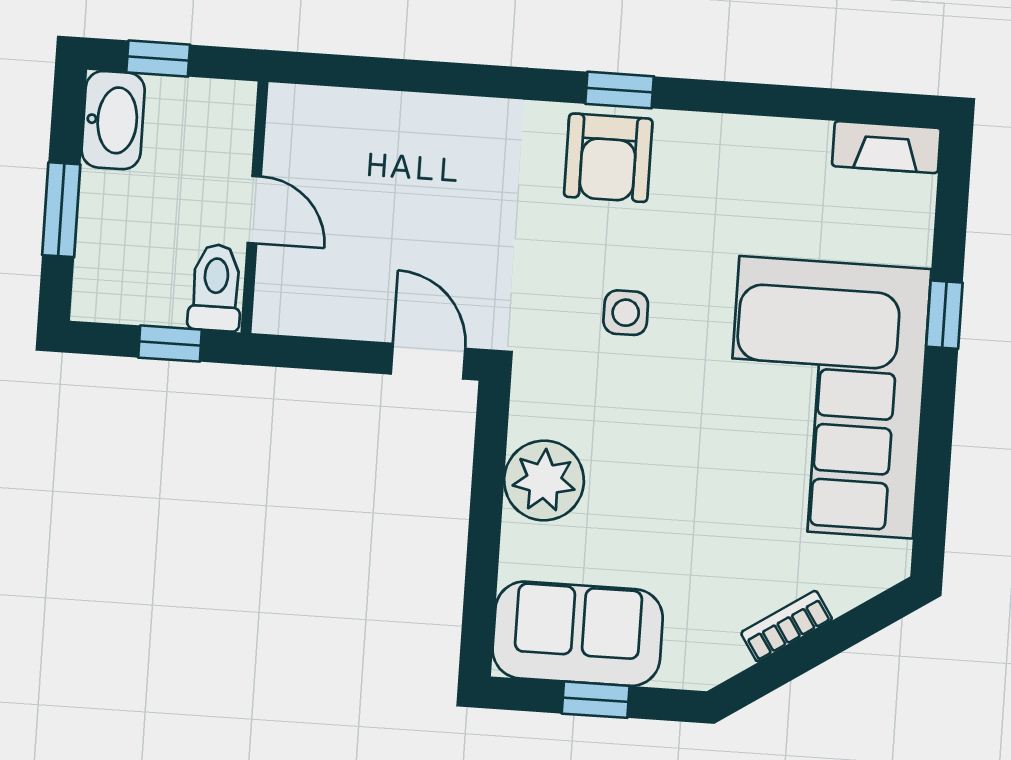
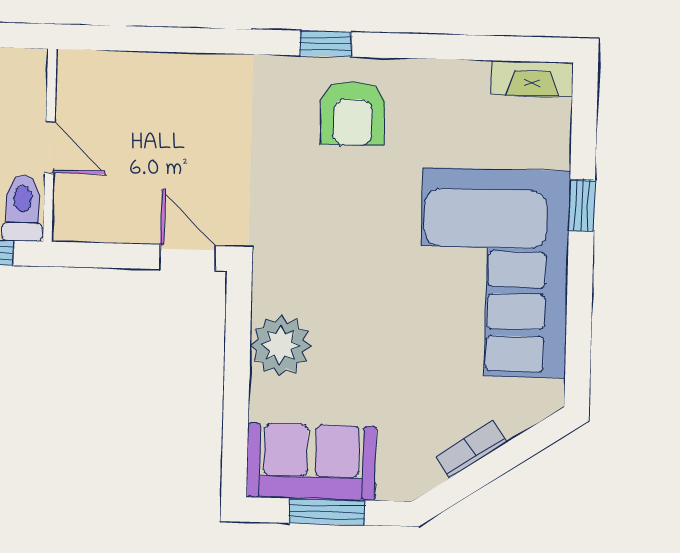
armchair: (608, 158) -> (353, 113), moved
side table: (626, 313) -> (338, 214), removed
window: (596, 700) -> (327, 512), width x1.50

